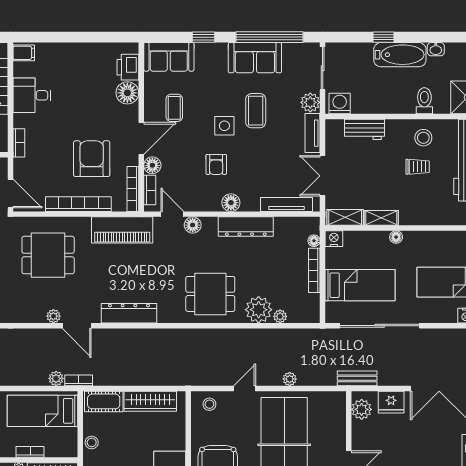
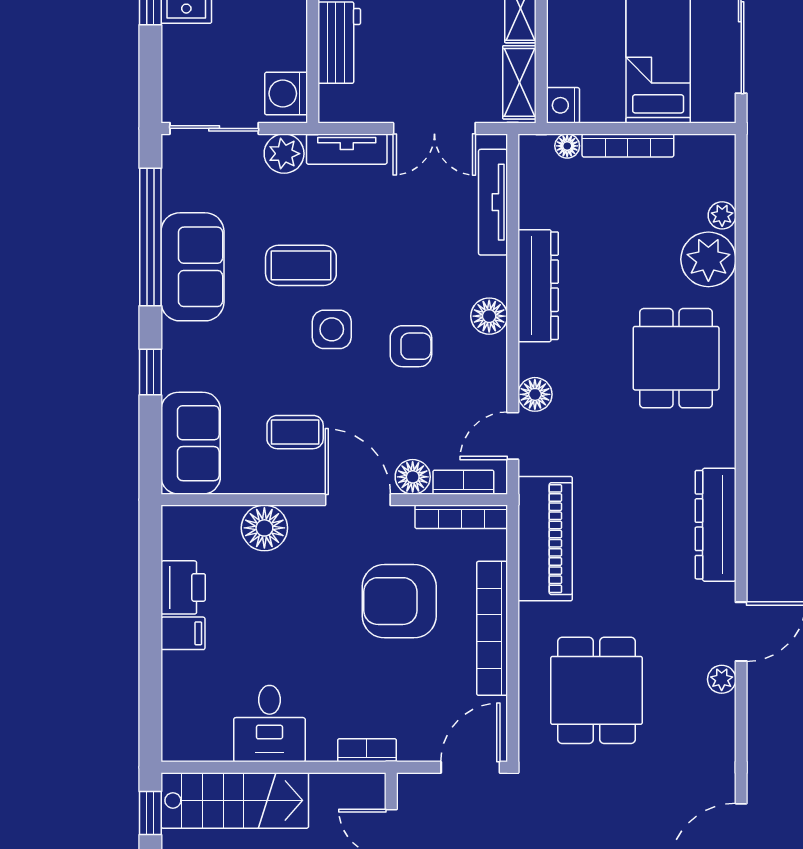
filing cabinet: (24, 53) -> (183, 633), moved, turned 90
printer: (128, 67) -> (183, 587), moved, turned -90

